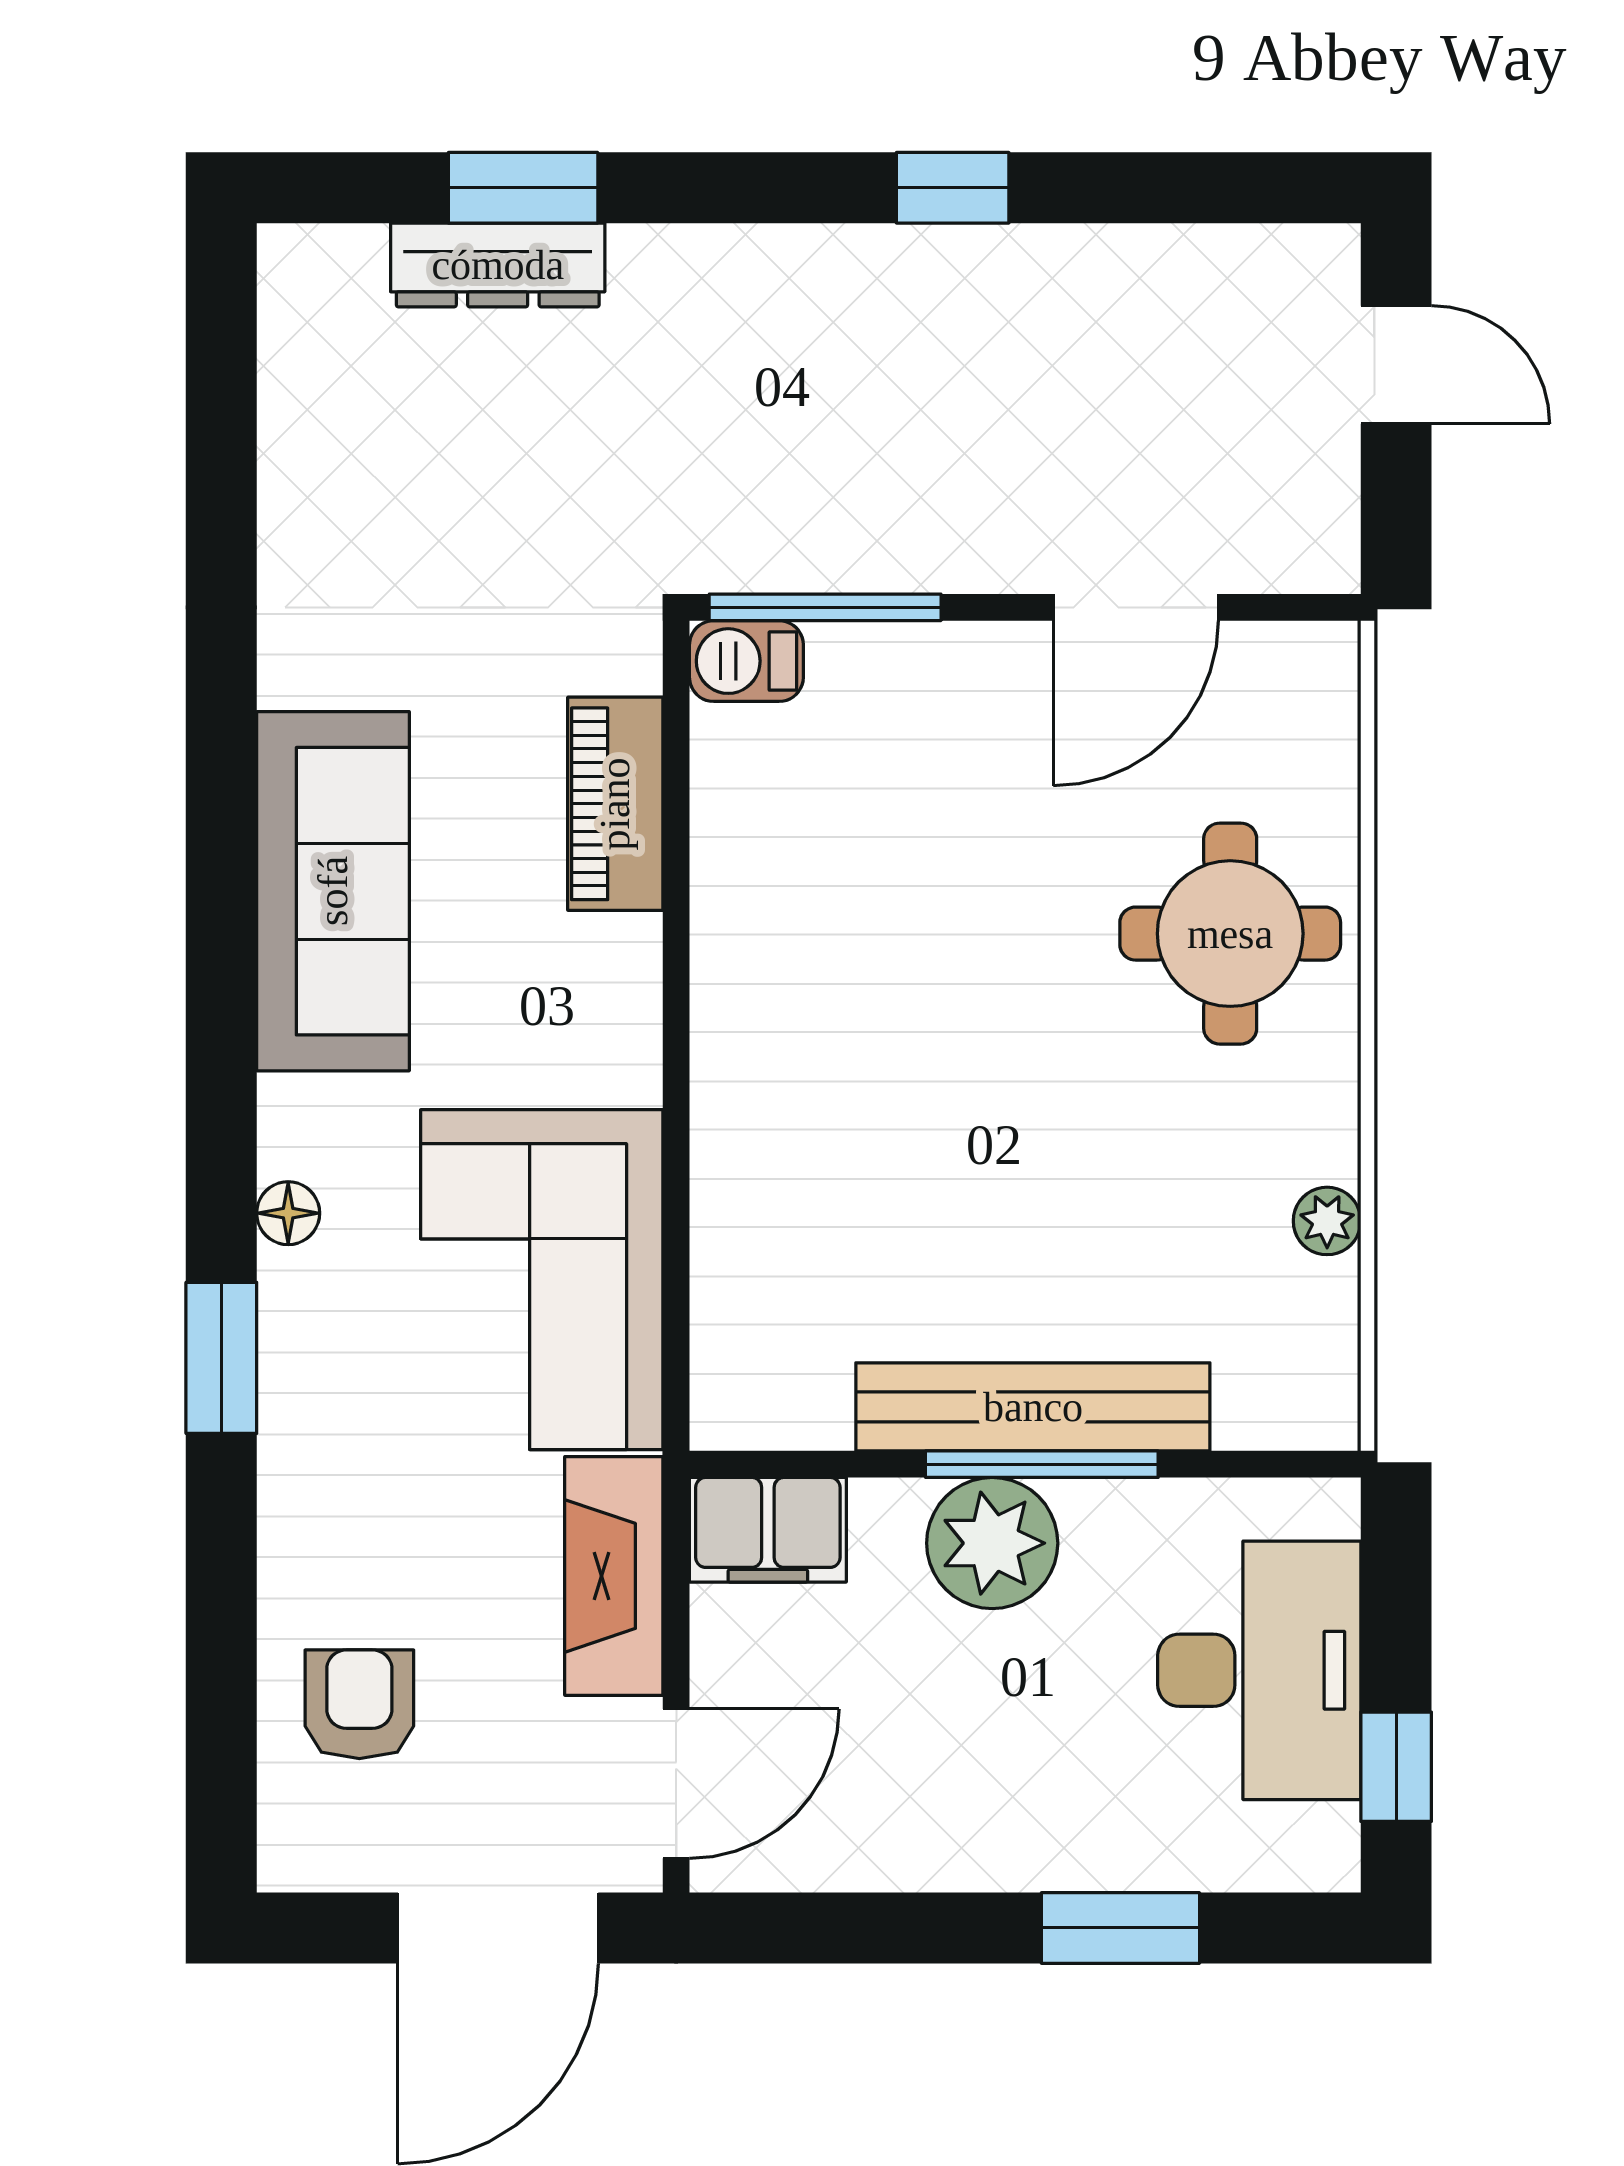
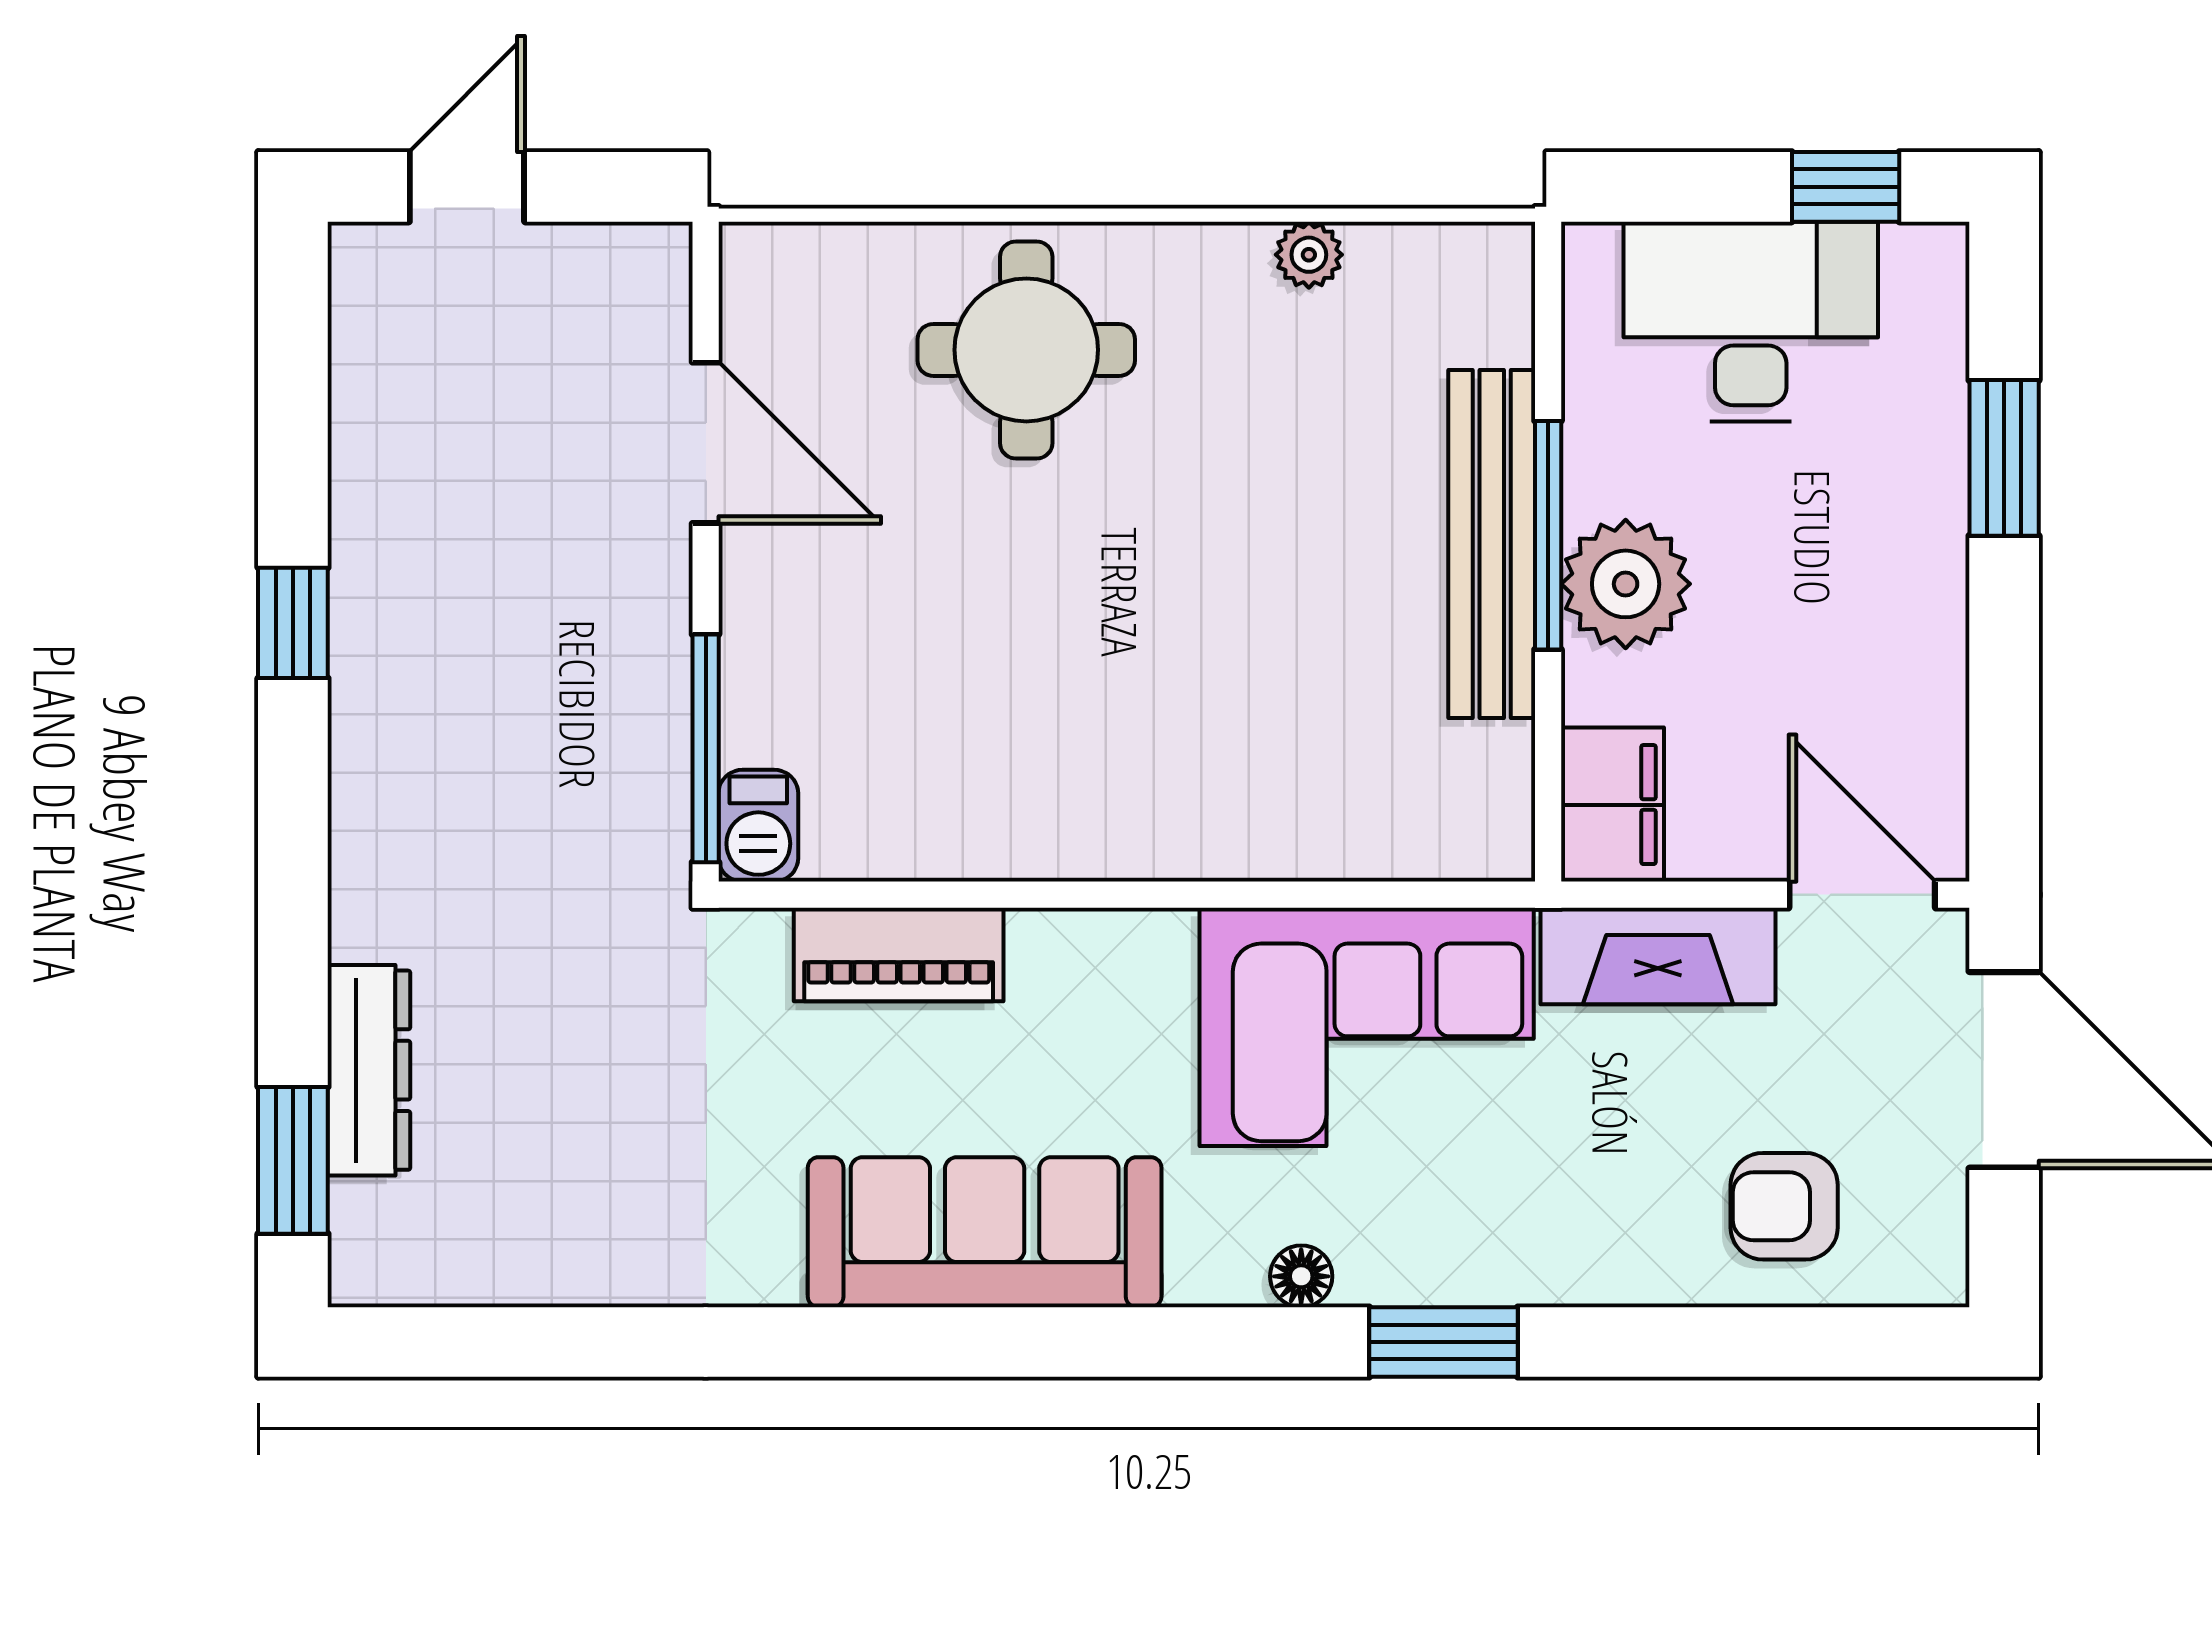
window: (523, 188) -> (293, 1160), moved

